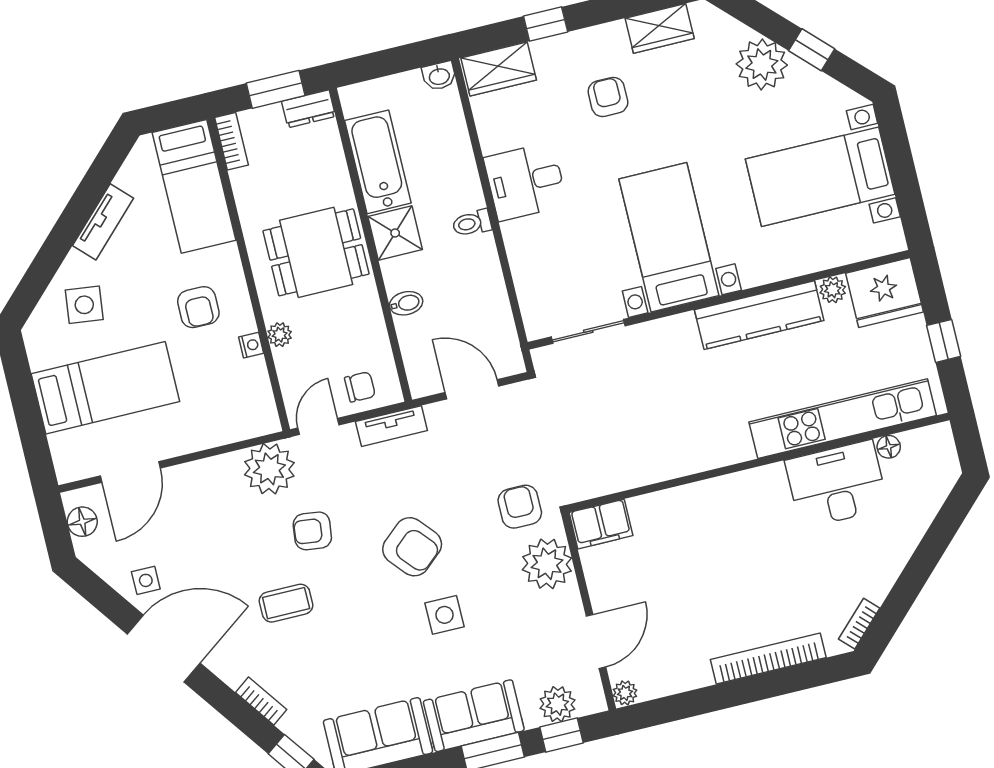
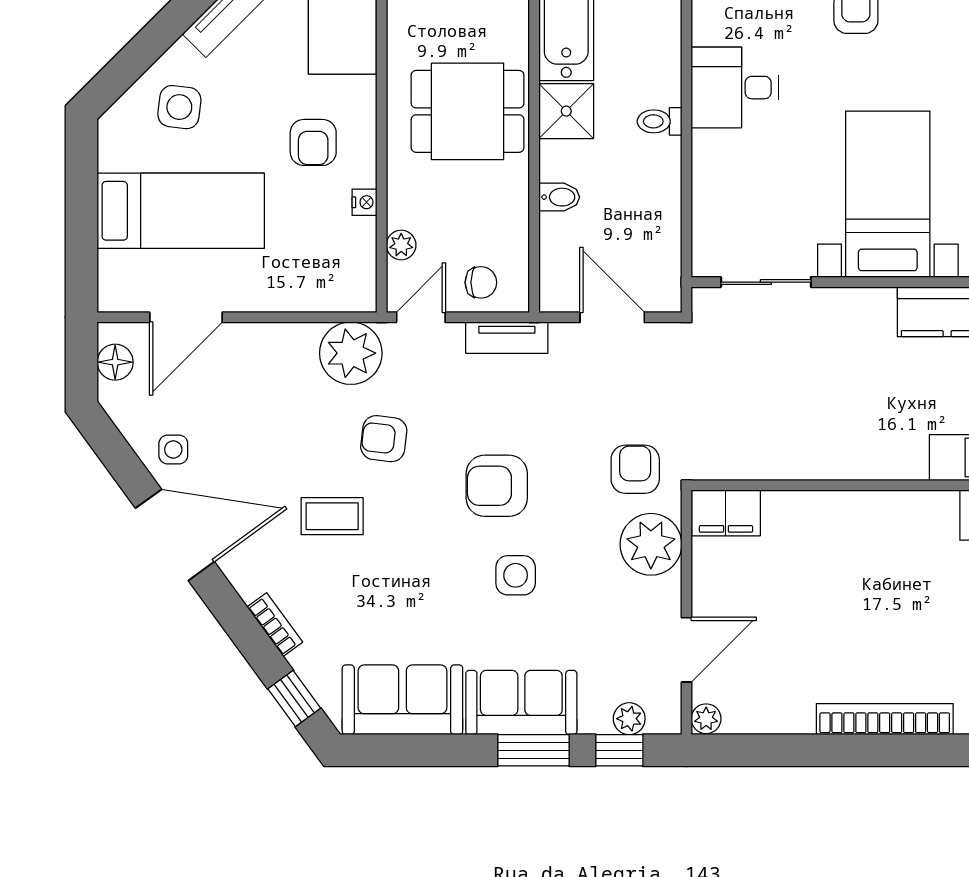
plant: (280, 335) -> (401, 245), moved
armchair: (412, 547) -> (497, 486), turned 131
plant: (557, 704) -> (629, 719), width x0.73, depth x0.73

